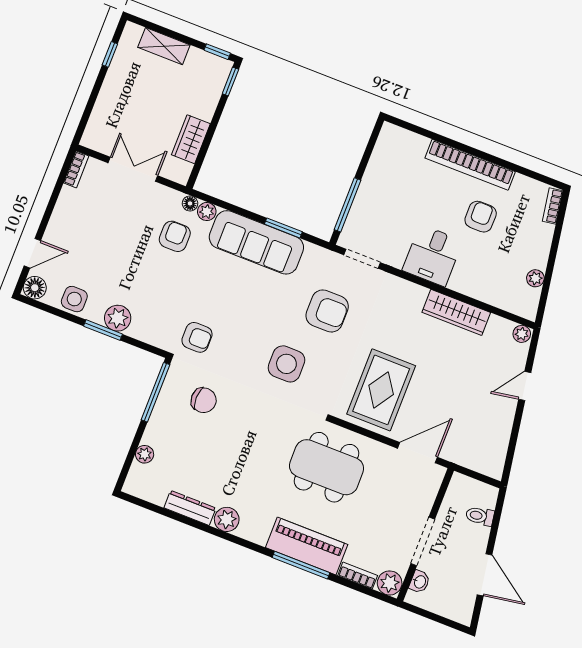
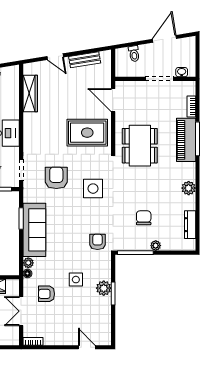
armchair: (175, 236) -> (46, 294), moved
floor lamp: (35, 288) -> (105, 339), removed
side table: (74, 299) -> (76, 280), moved
wardrobe: (456, 312) -> (30, 94), moved
plant: (522, 334) -> (28, 69), removed
chair: (204, 400) -> (144, 218), moved
bench: (501, 432) -> (85, 60), added
plant: (145, 454) -> (156, 246), moved
dresser: (190, 508) -> (190, 225), moved
plant: (390, 583) -> (189, 88), removed

